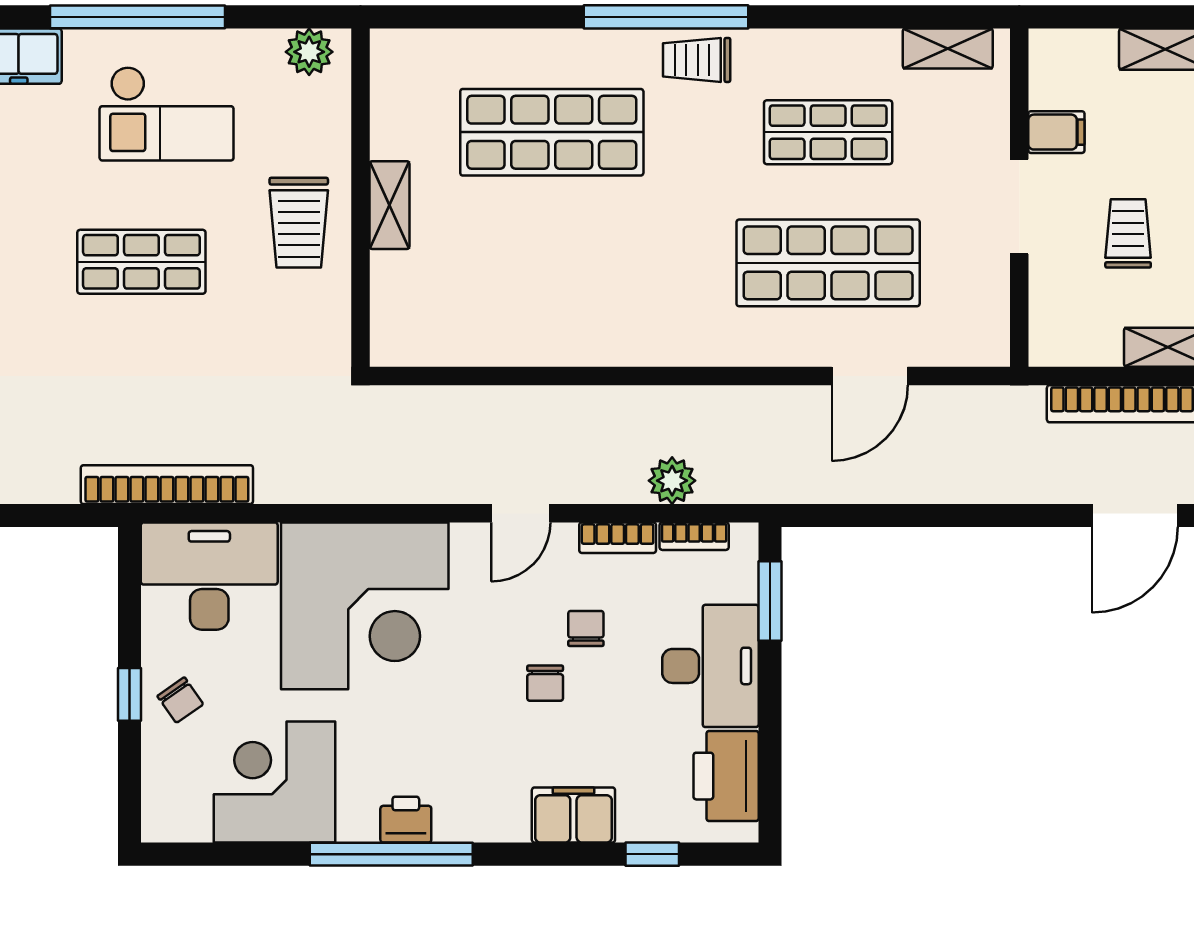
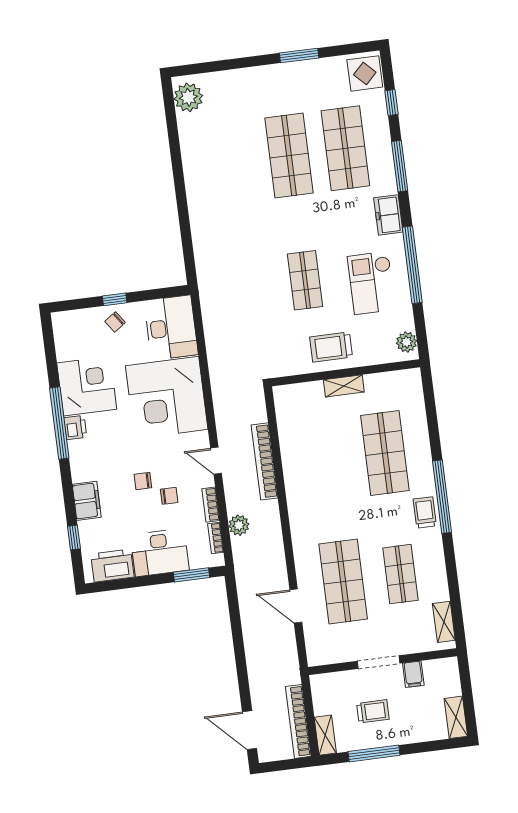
bookcase: (167, 485) -> (265, 461), moved, turned 180
corner desk: (274, 782) -> (87, 386), moved

